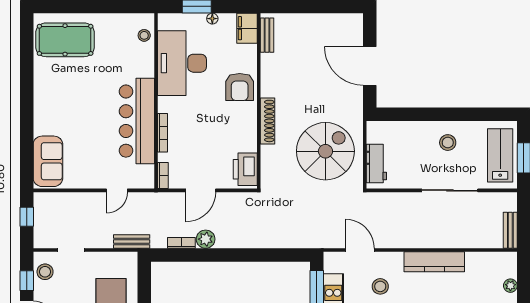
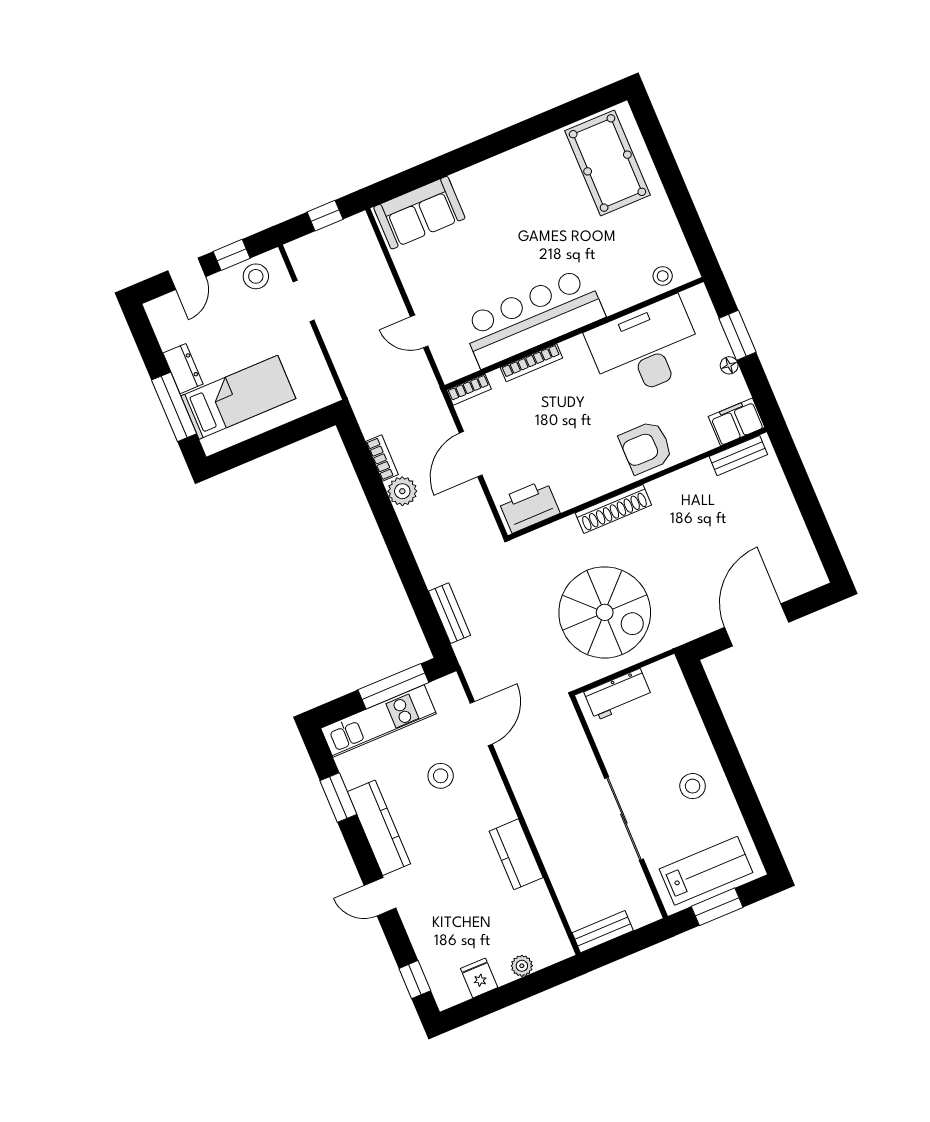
door: (201, 190) -> (471, 454), hinge flipped
bench: (132, 242) -> (450, 613), moved
kitchen counter: (434, 262) -> (516, 854), width x0.67

